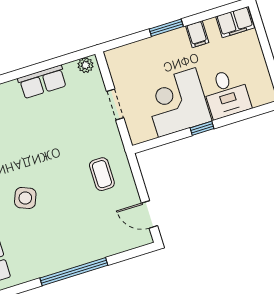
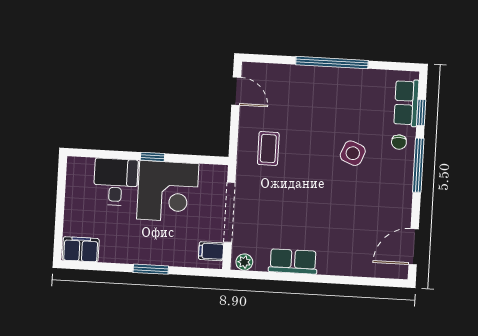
filing cabinet: (197, 34) -> (211, 251), moved, turned -90
doorway: (115, 104) -> (230, 212), width x1.87

